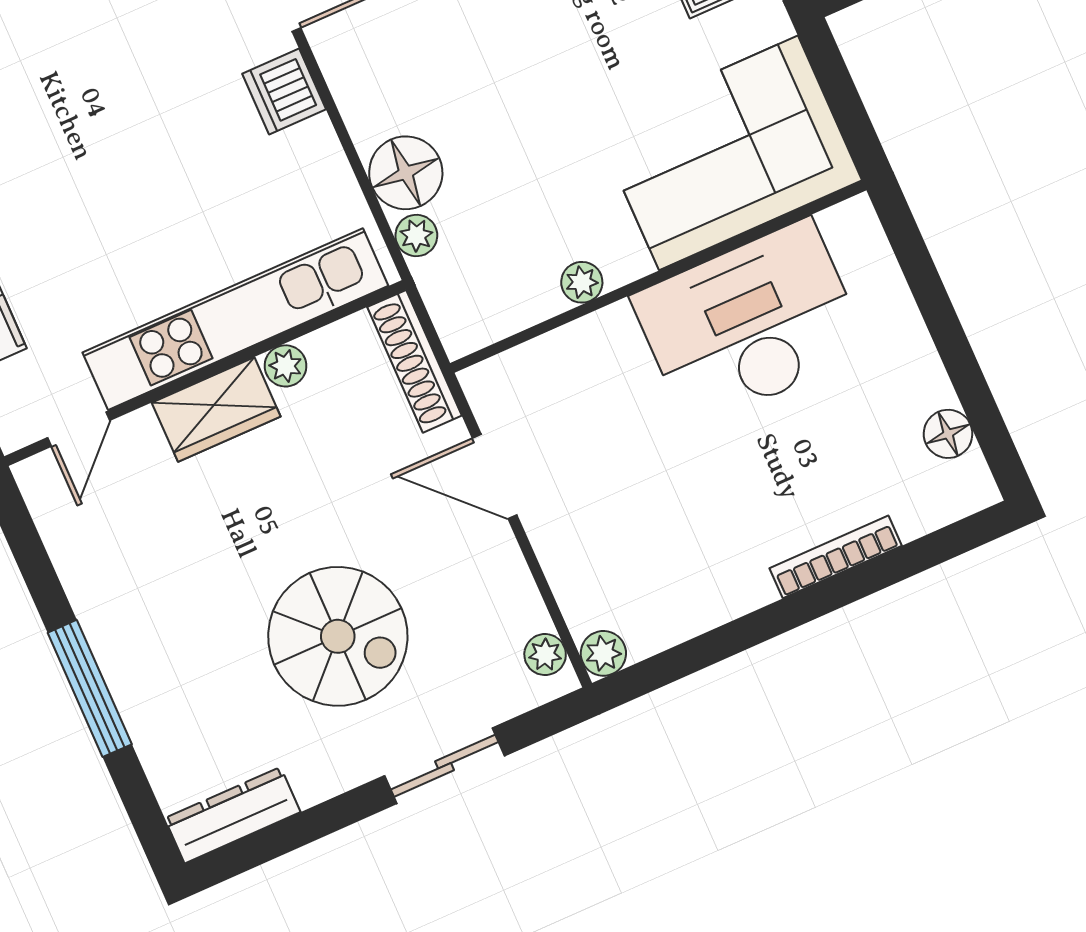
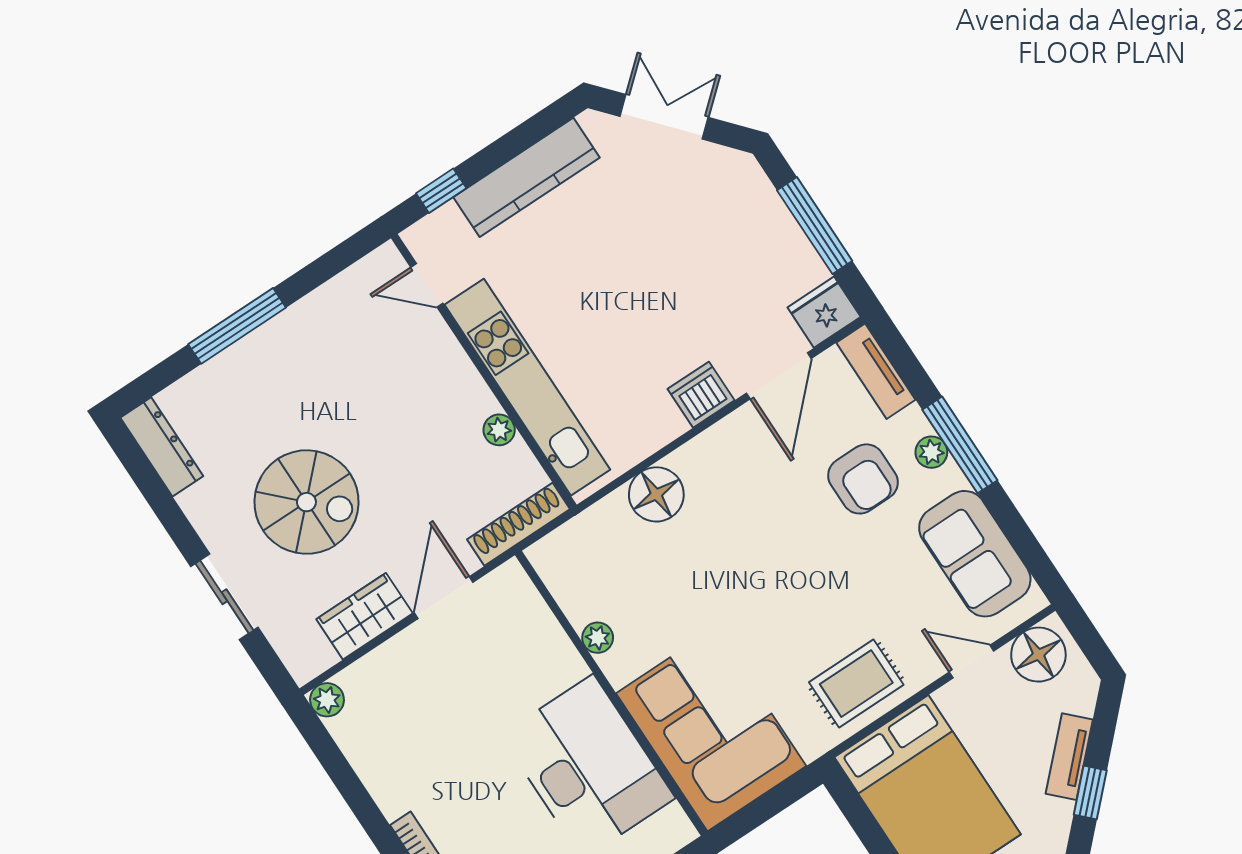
plant: (416, 235) -> (611, 510), removed
wardrobe: (216, 410) -> (364, 616), moved, turned 90
spiral stairs: (338, 636) -> (306, 502), turned -90
plant: (545, 655) -> (319, 657), removed

